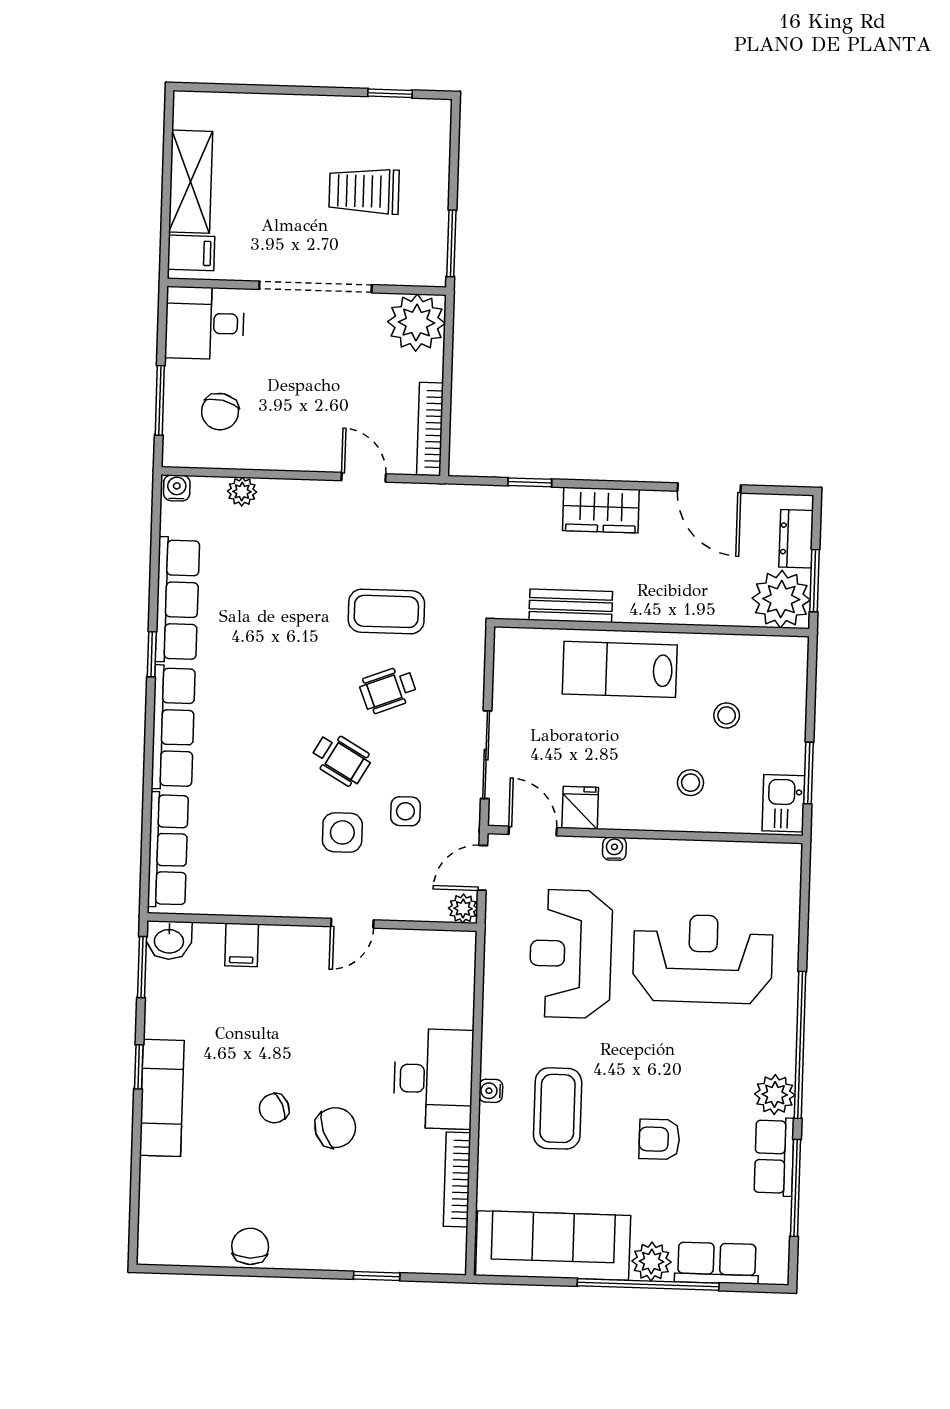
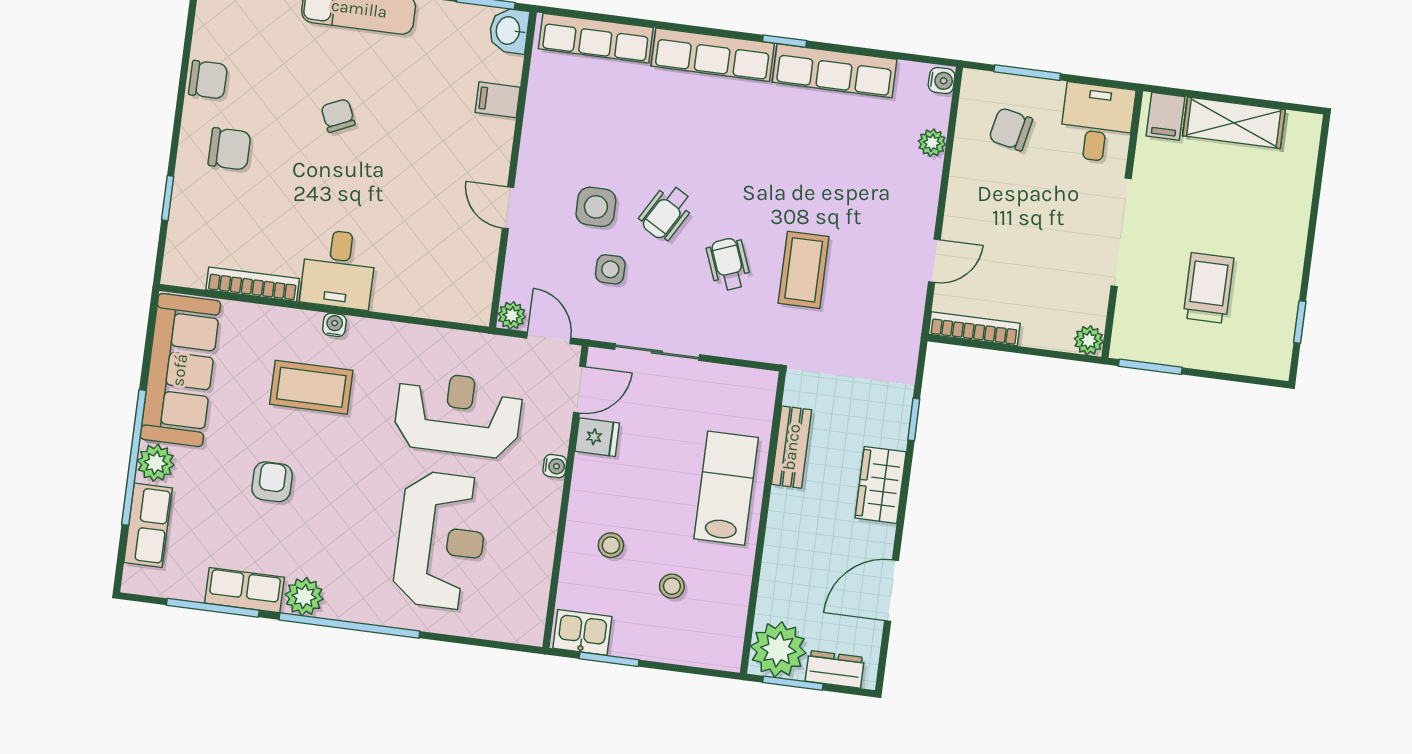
plant: (416, 323) -> (1089, 340), width x0.53, depth x0.53
desk: (433, 1079) -> (338, 269), width x0.73
chair: (335, 1128) -> (229, 149), moved, turned -70

